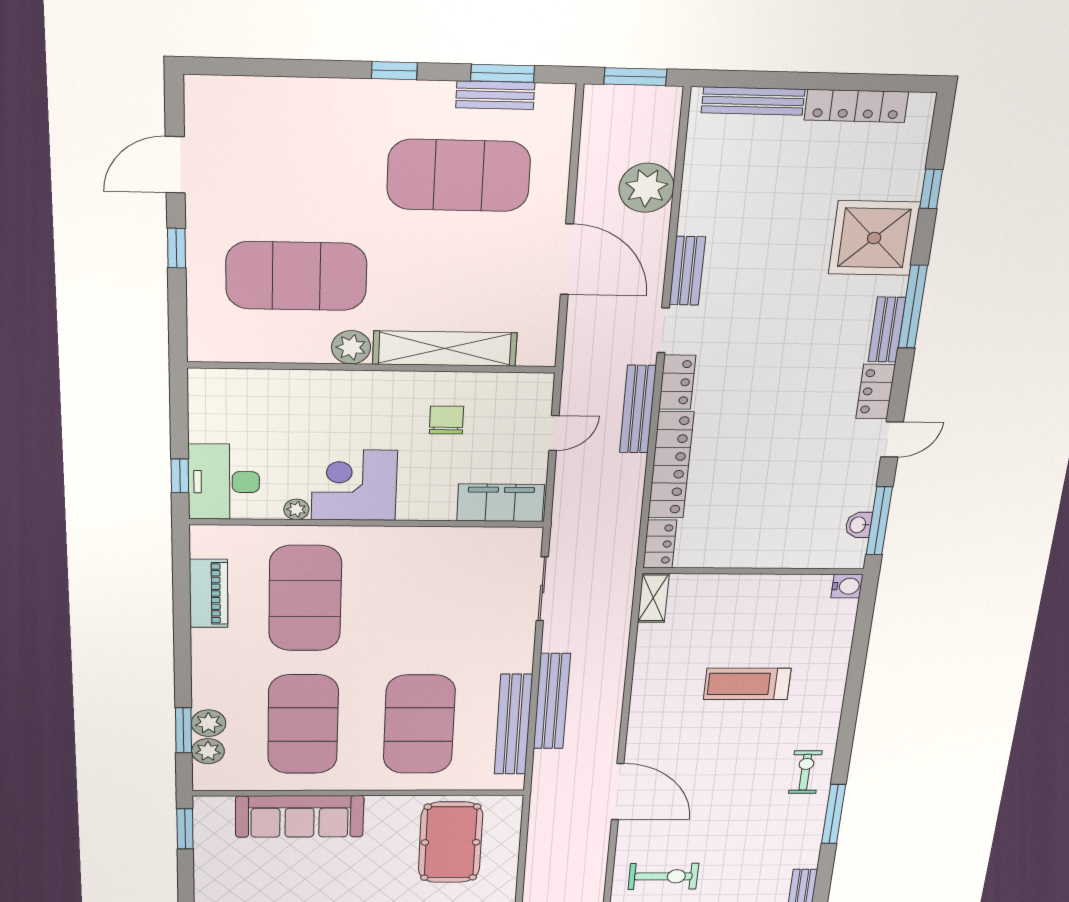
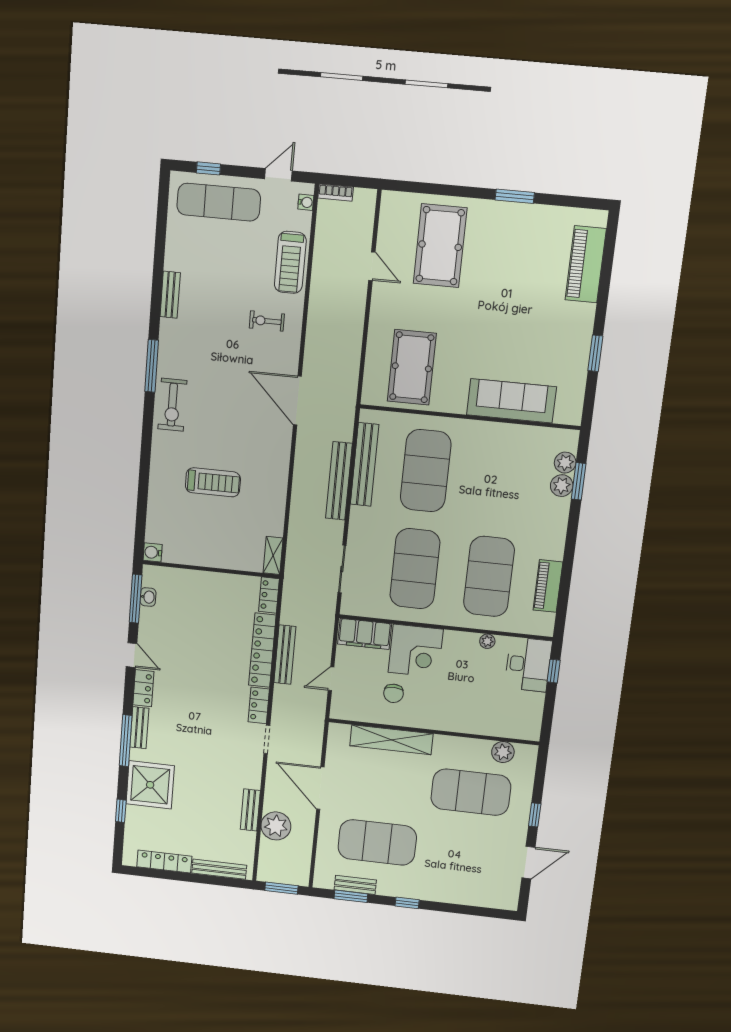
bench: (687, 271) -> (250, 810), moved
plant: (351, 347) -> (503, 752), moved
bench: (638, 409) -> (285, 655), moved
door: (892, 439) -> (132, 655), swing flipped
corner desk: (354, 485) -> (416, 651), moved
exercise mat: (303, 724) -> (415, 569), moved
exercise bike: (805, 772) -> (172, 405), width x1.38, depth x1.39
window: (185, 829) -> (595, 353), moved
exercise bike: (663, 876) -> (267, 321), width x0.73, depth x0.72

